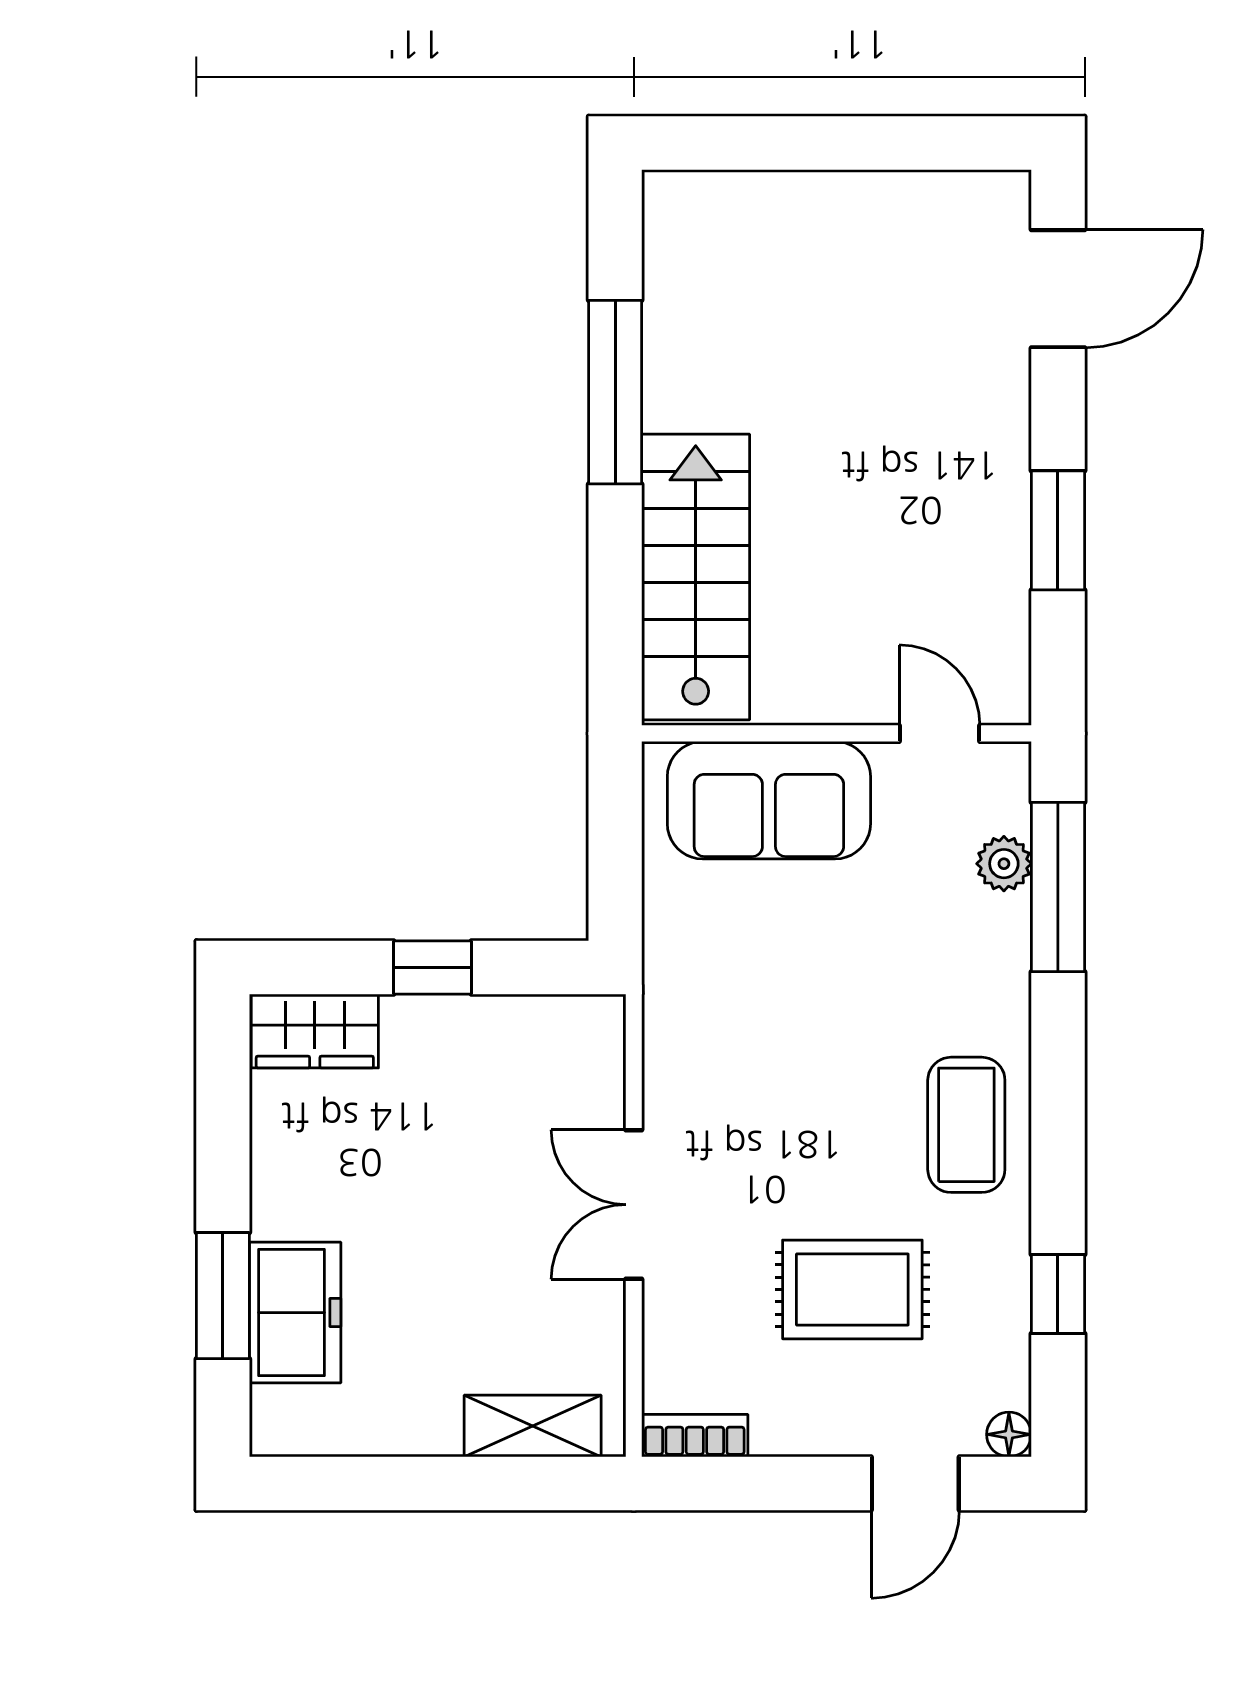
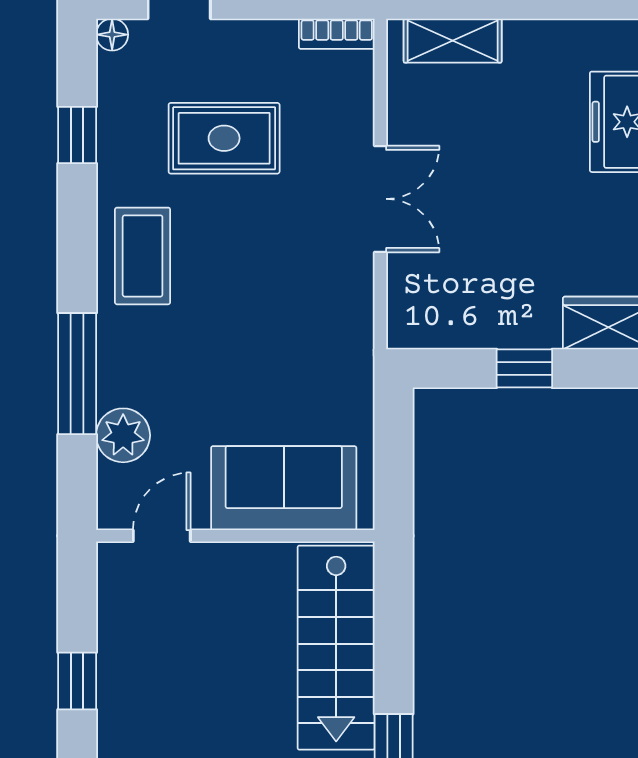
window: (1058, 530) -> (77, 681), width x0.67
door: (939, 733) -> (162, 536), swing flipped
plant: (1004, 864) -> (123, 435), width x1.38, depth x1.38
window: (1058, 887) -> (77, 374), moved

